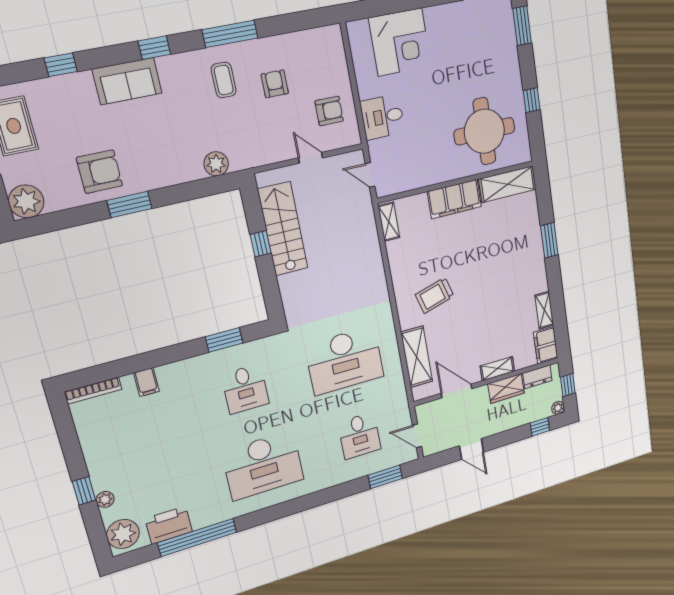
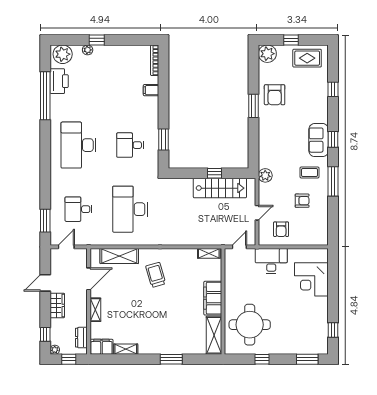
sofa: (127, 81) -> (319, 140), moved
desk: (383, 117) -> (271, 261), width x1.37
plant: (216, 164) -> (265, 175), moved
wardrobe: (506, 388) -> (57, 305), moved, turned 180

